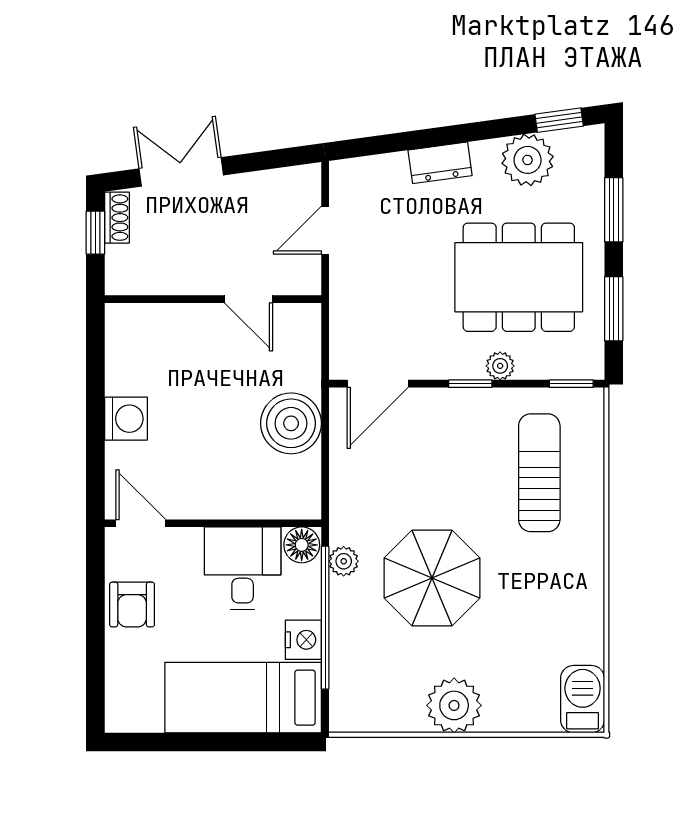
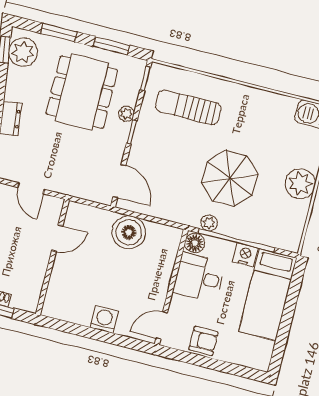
plant: (528, 160) -> (23, 52), moved

